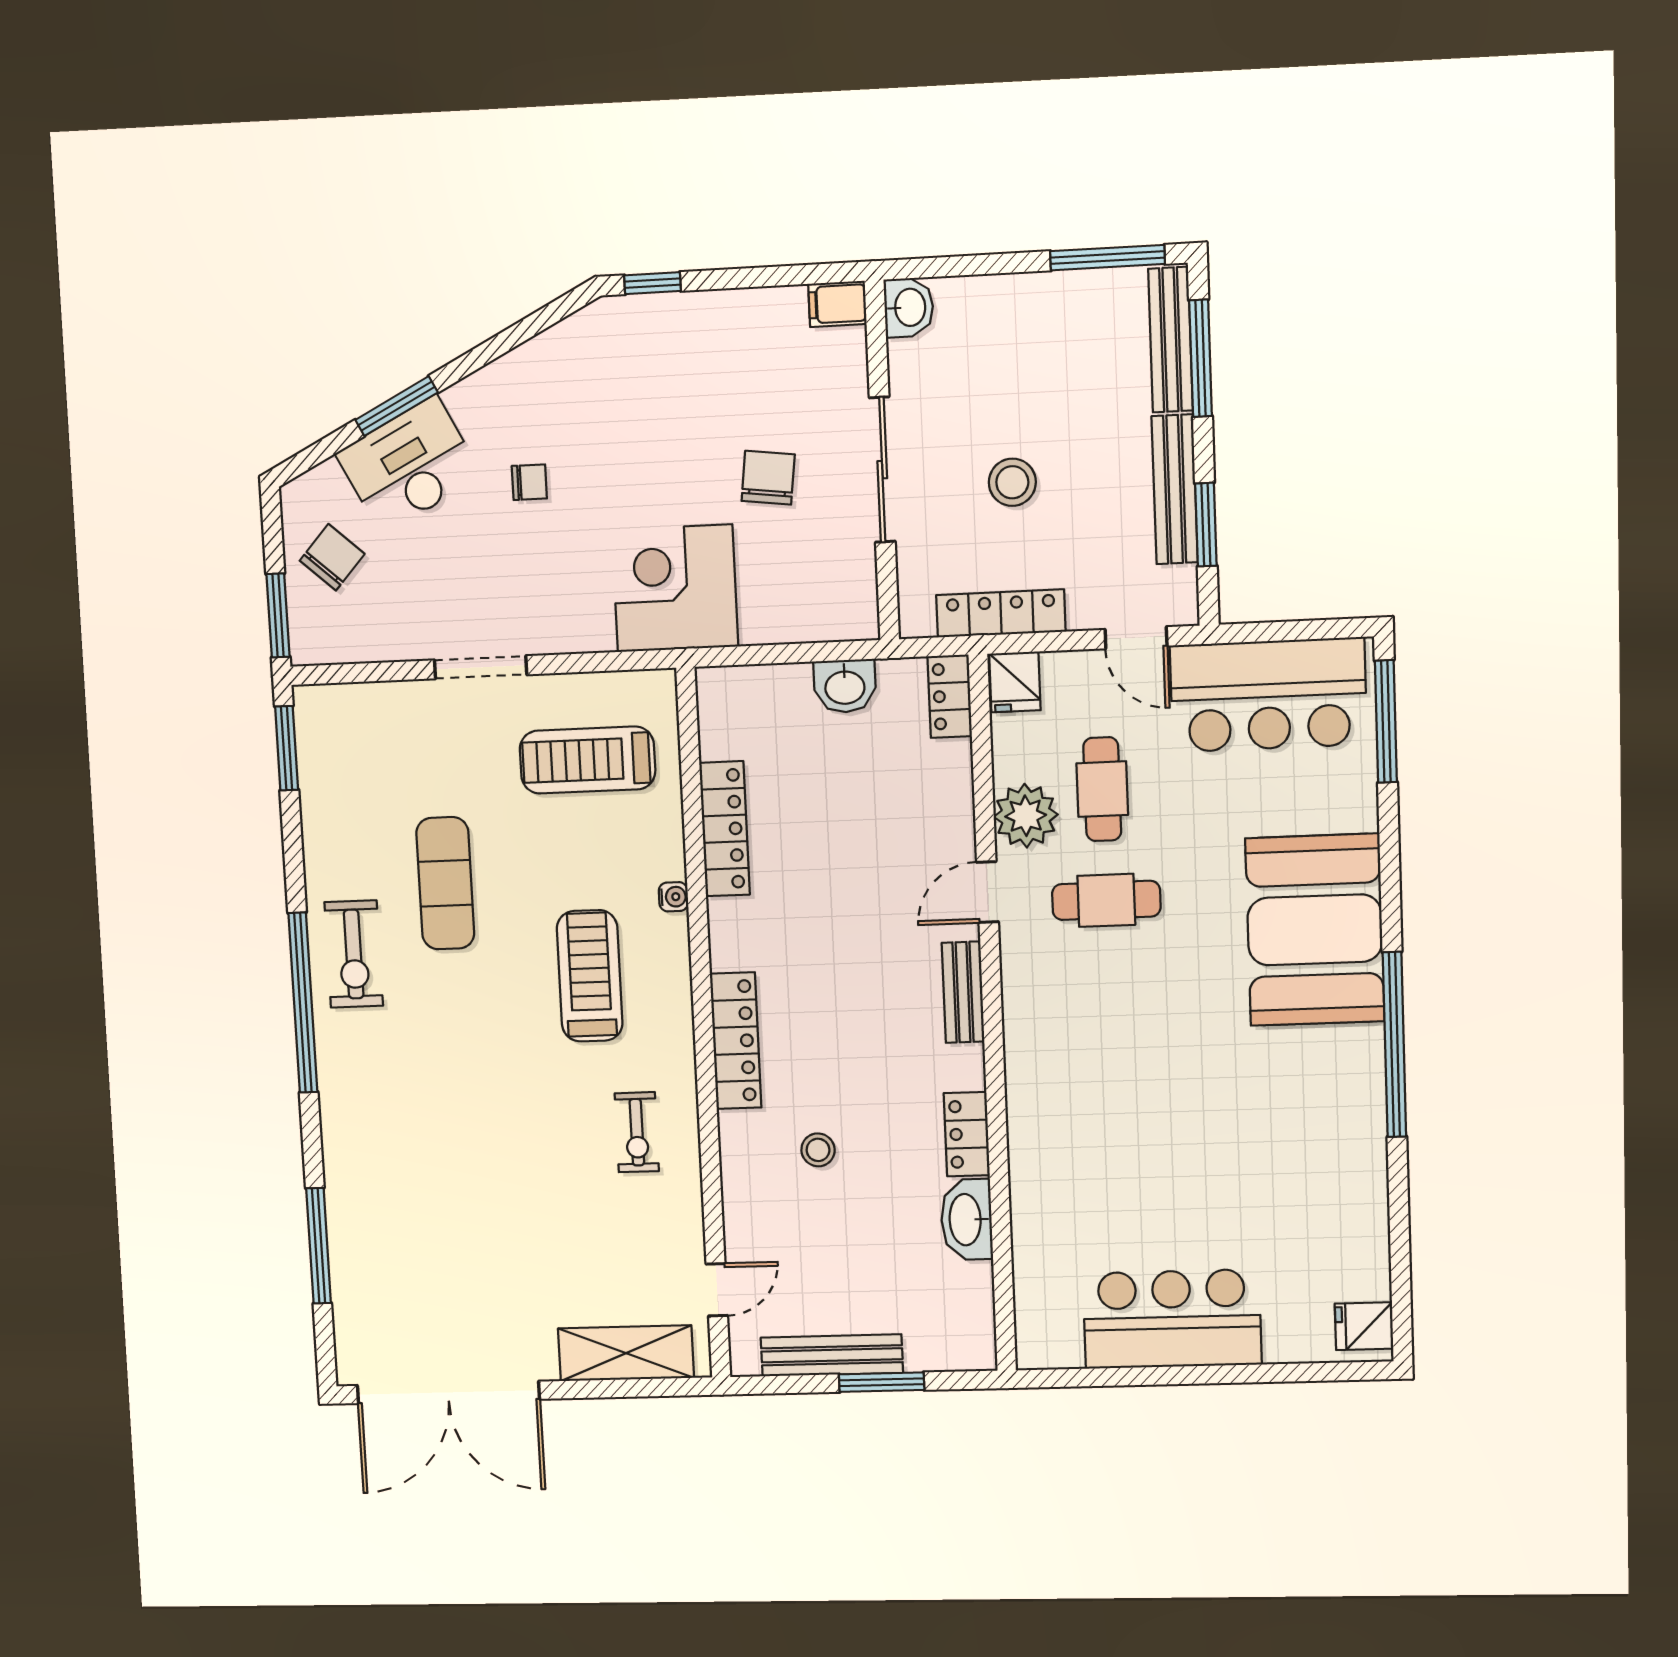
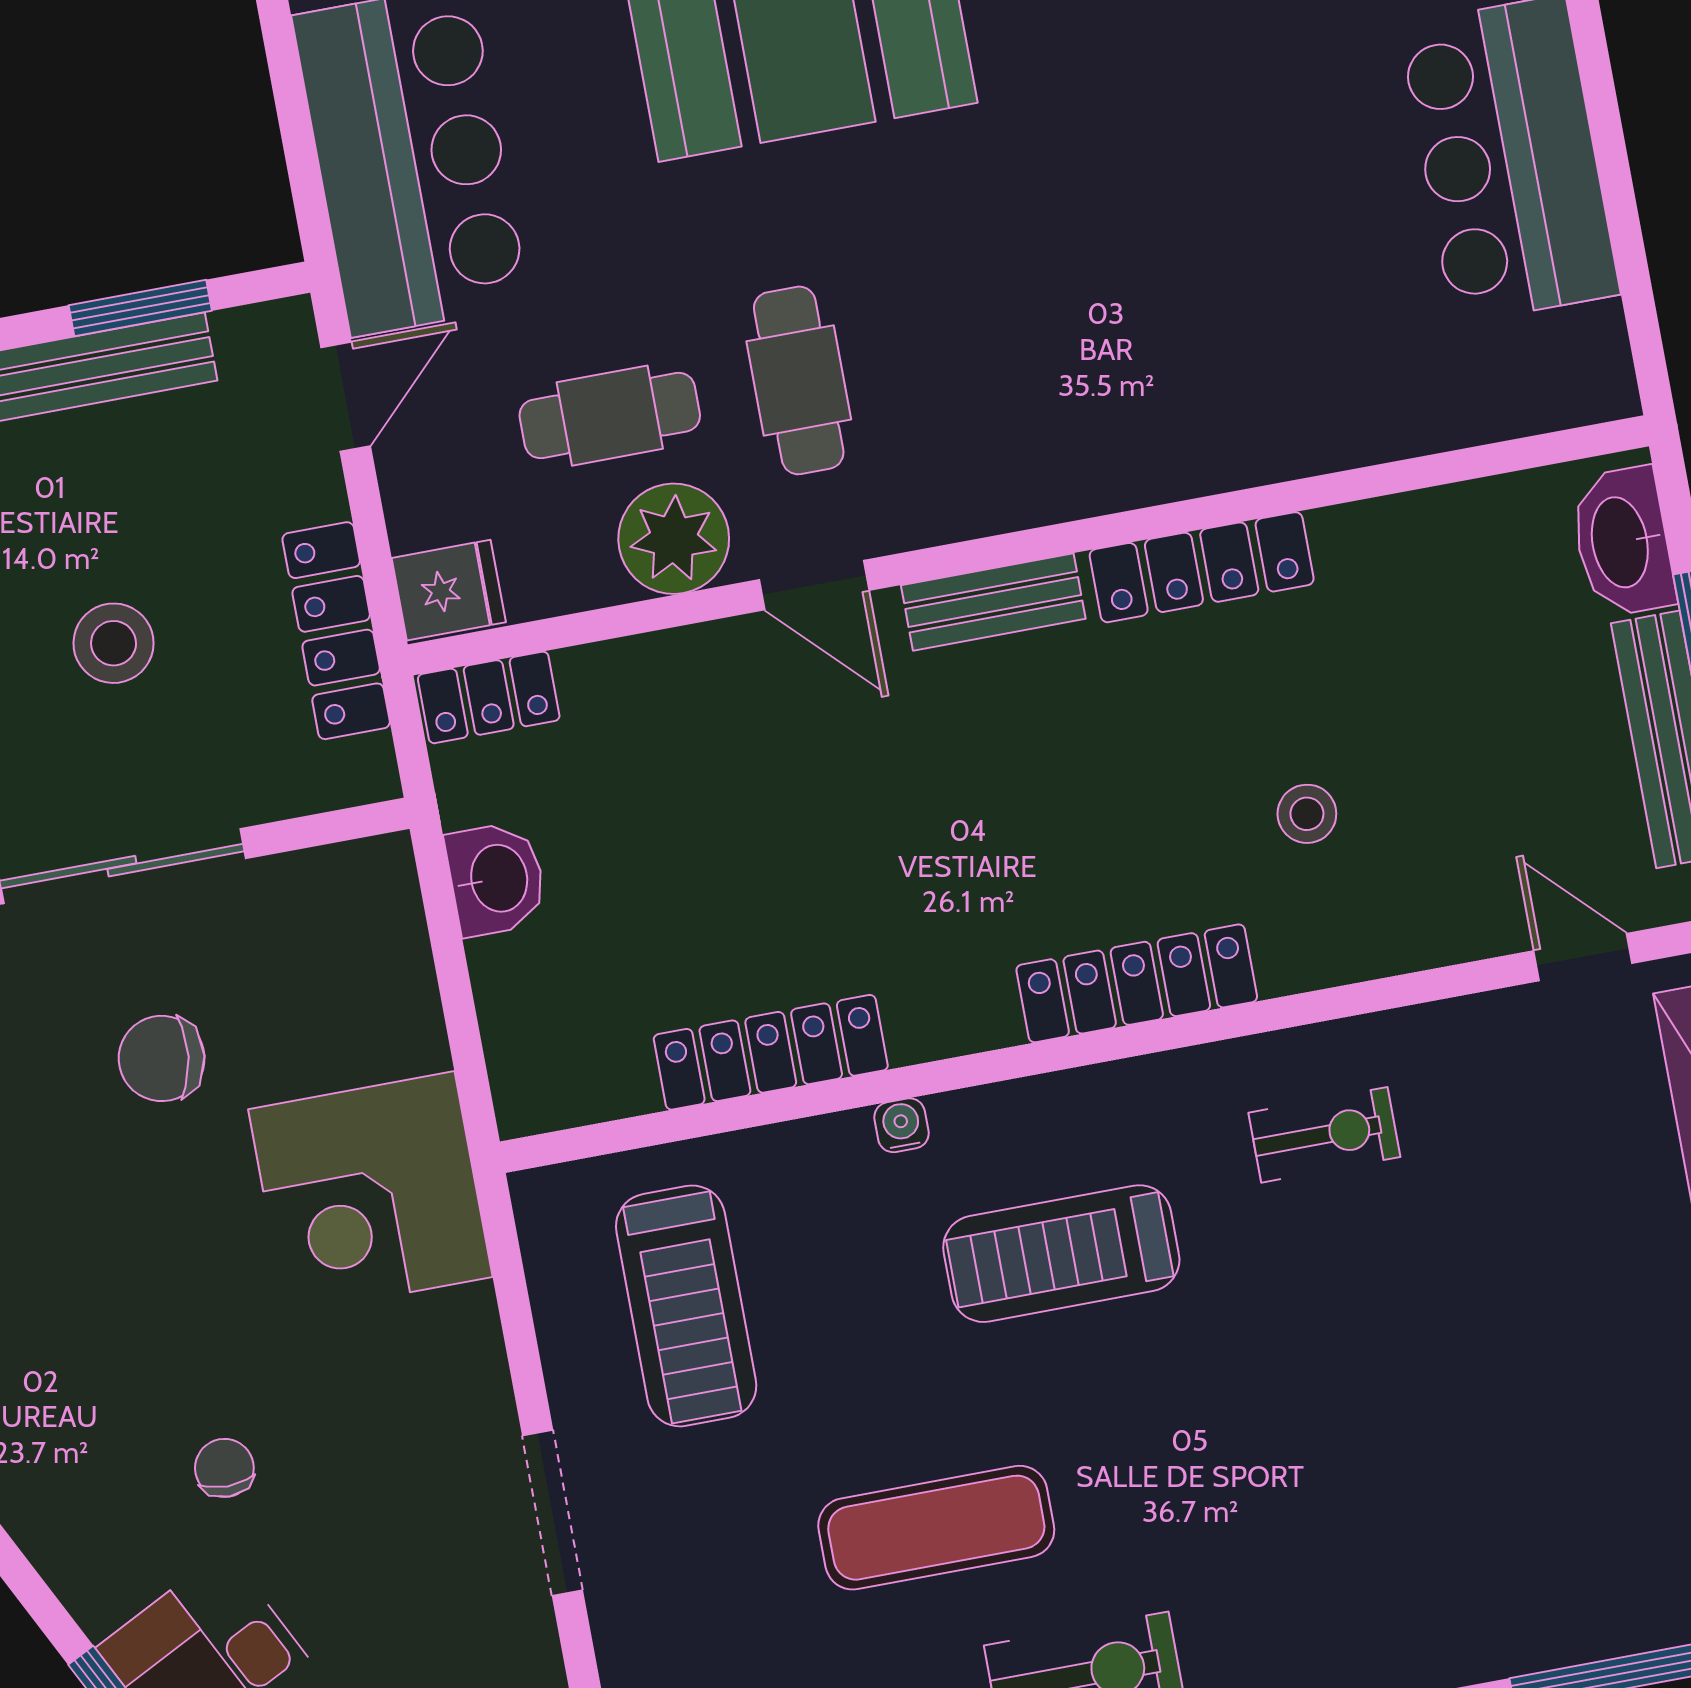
locker: (967, 1134) -> (1202, 567), width x1.53
washbasin: (967, 1220) -> (1622, 542), moved, turned 90

